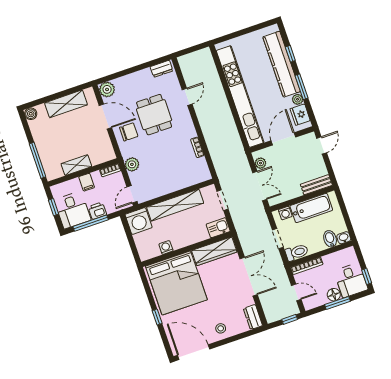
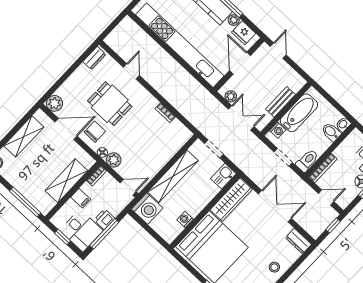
floor lamp: (126, 153) -> (102, 152), added
shelving: (76, 165) -> (66, 181), width x1.50, depth x1.33
bench: (316, 185) -> (280, 102), moved
door: (132, 194) -> (128, 187), swing flipped

